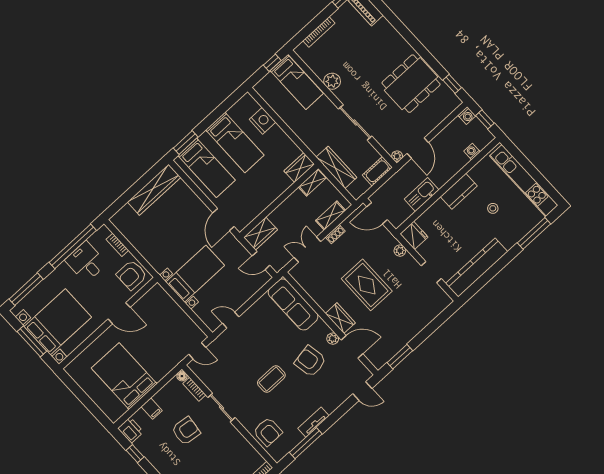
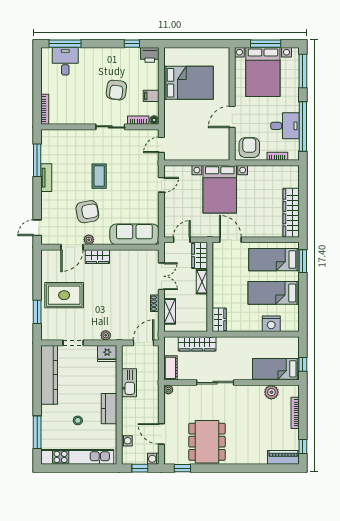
plant: (332, 81) -> (271, 392), moved
door: (418, 148) -> (161, 434), moved
shelving: (313, 182) -> (202, 282), moved
bed with nightstands: (195, 274) -> (220, 189), width x1.36
rug: (367, 285) -> (64, 295), moved
window: (400, 357) -> (37, 312), moved
filing cabinet: (152, 409) -> (151, 96), moved
armchair: (268, 432) -> (67, 142), removed

